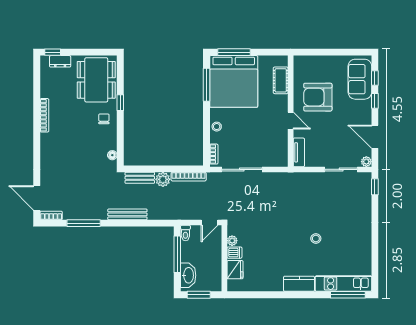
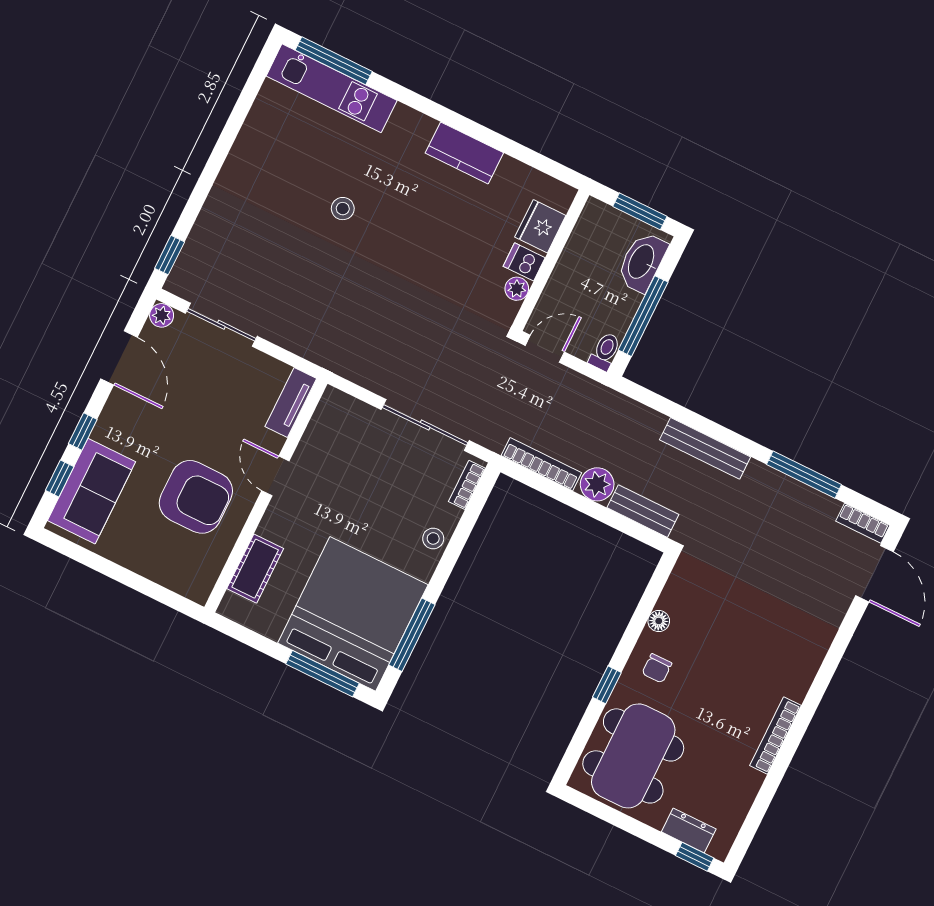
floor lamp: (112, 155) -> (659, 621), moved
kitchen counter: (299, 284) -> (464, 153), moved

